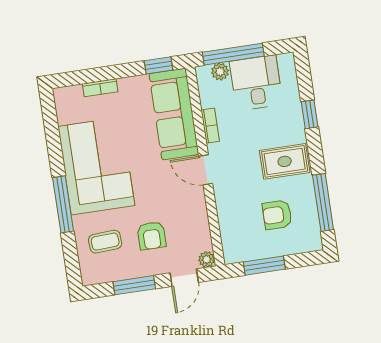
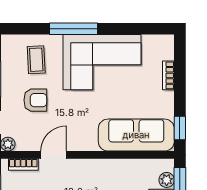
bookcase: (210, 126) -> (23, 165), moved
door: (206, 170) -> (54, 155), moved
armchair: (152, 236) -> (35, 100), turned 180

